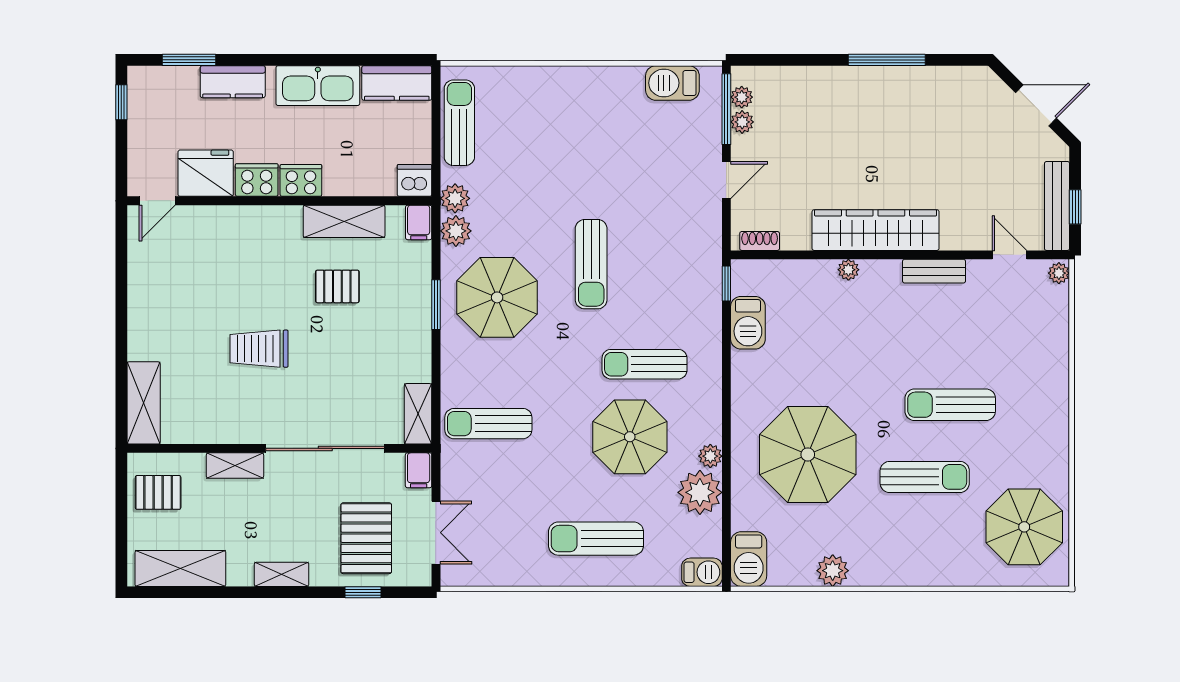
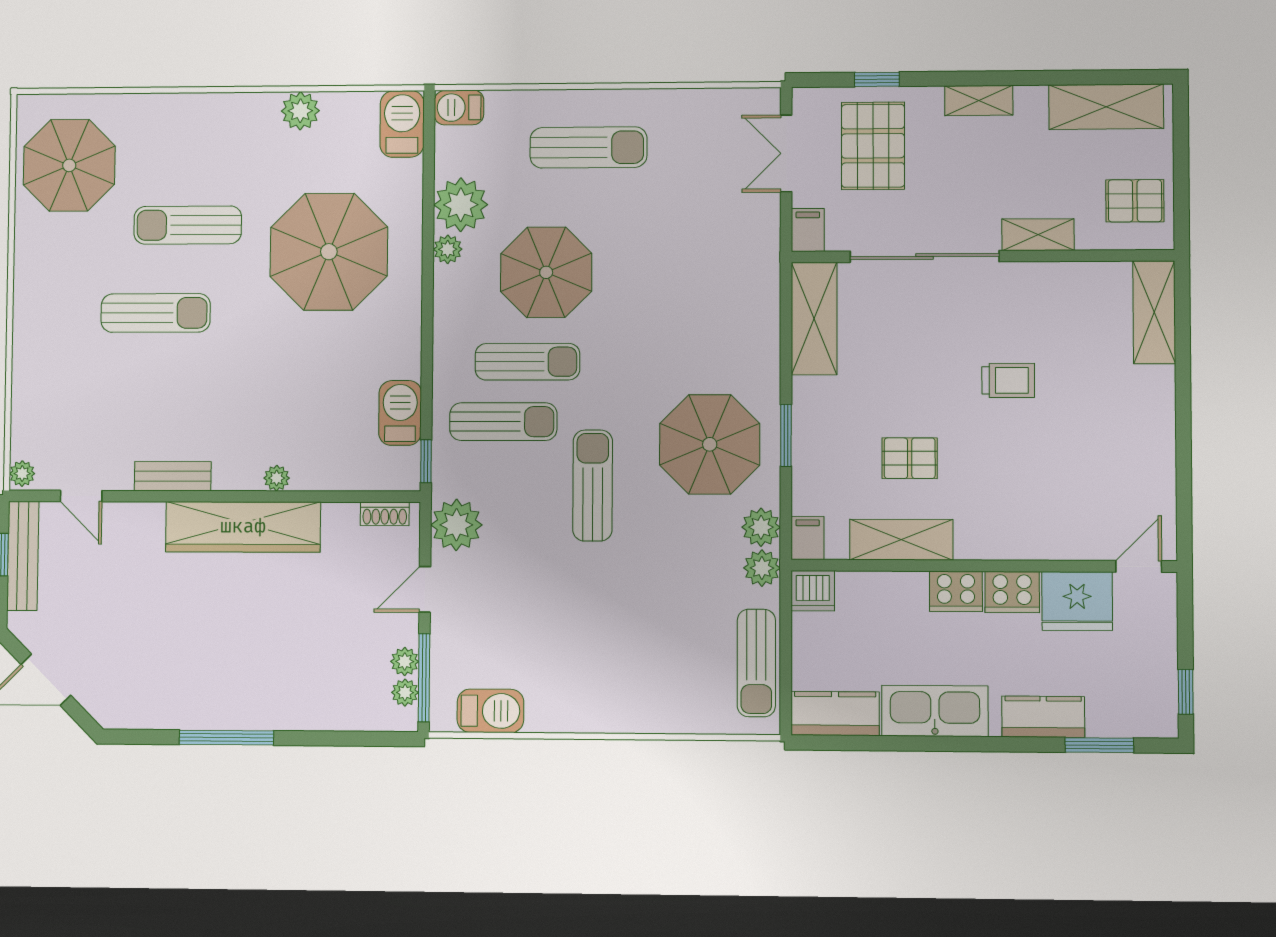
plant: (701, 232) -> (456, 525), added
trolley: (259, 349) -> (1008, 380), width x0.73, depth x0.72
shelving: (418, 414) -> (814, 319), width x1.50, depth x1.33
sun lounger: (488, 424) -> (503, 422), moved

